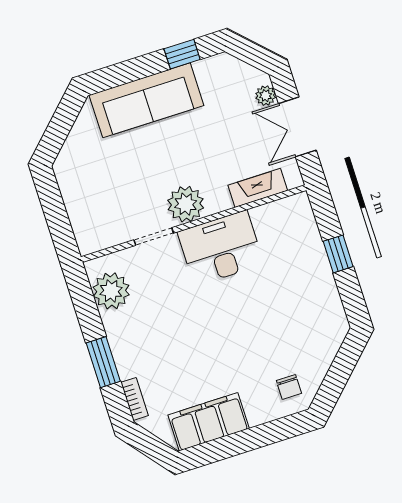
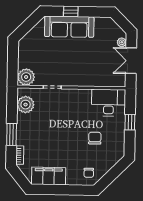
window: (182, 54) -> (71, 12), moved
fireplace: (258, 188) -> (105, 81), removed
plant: (186, 204) -> (26, 77), moved
desk: (221, 248) -> (109, 103), moved
chair: (277, 311) -> (95, 138), added

